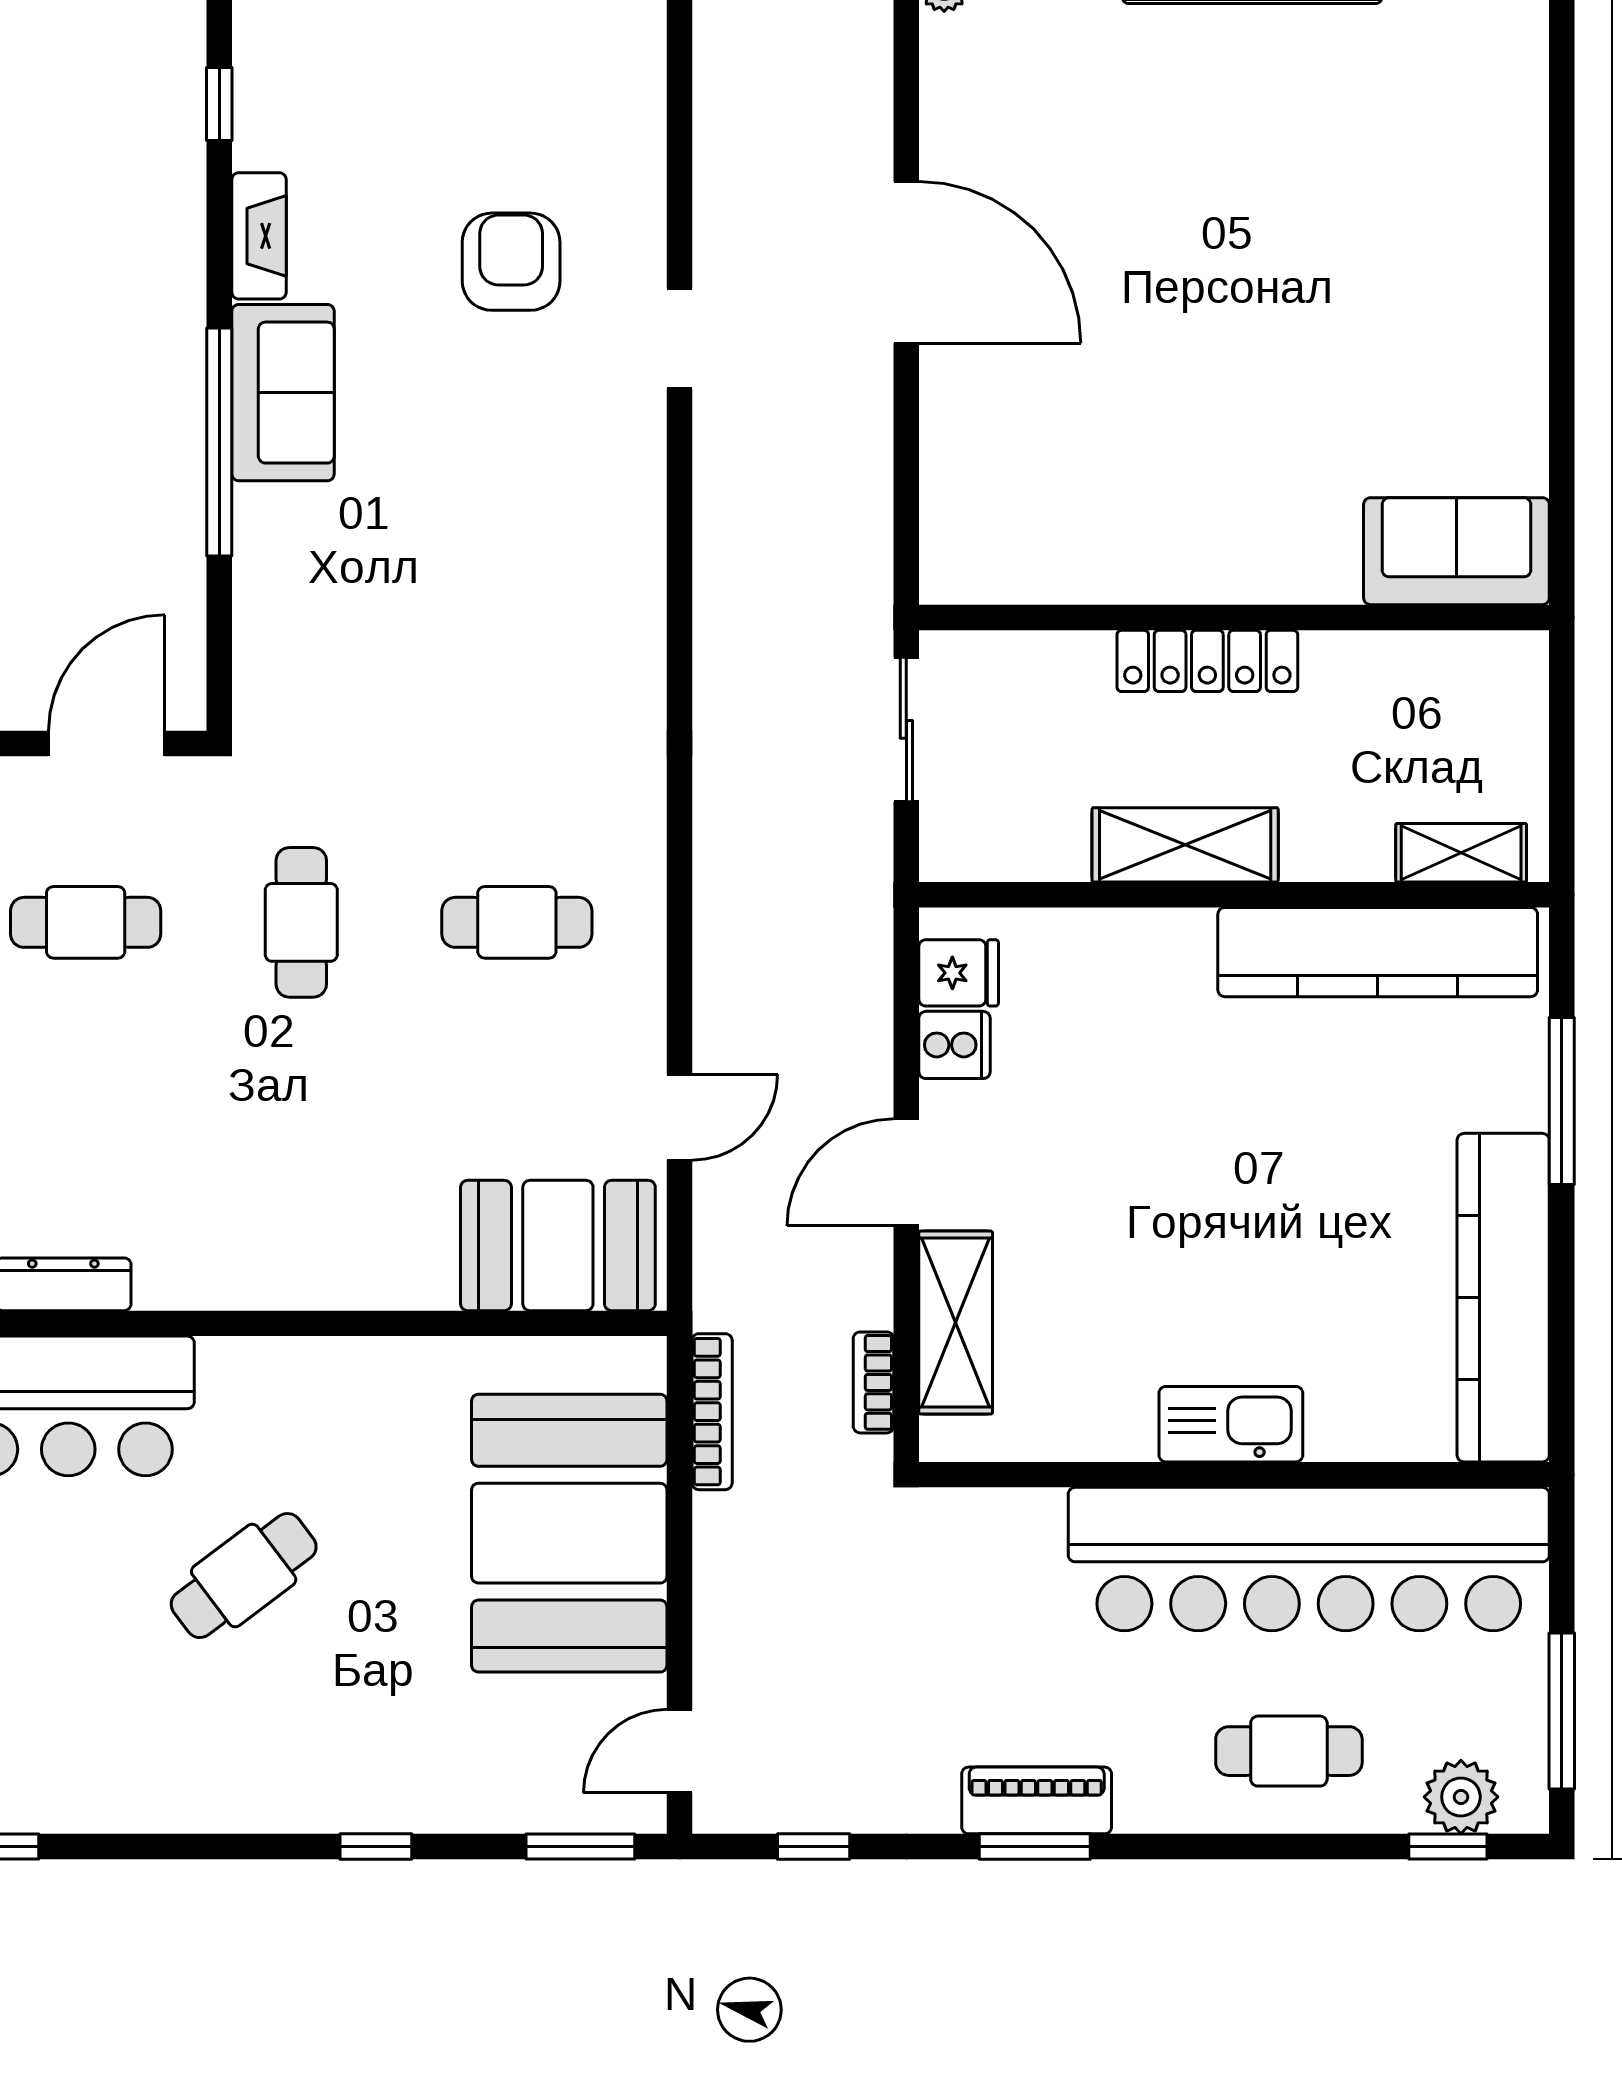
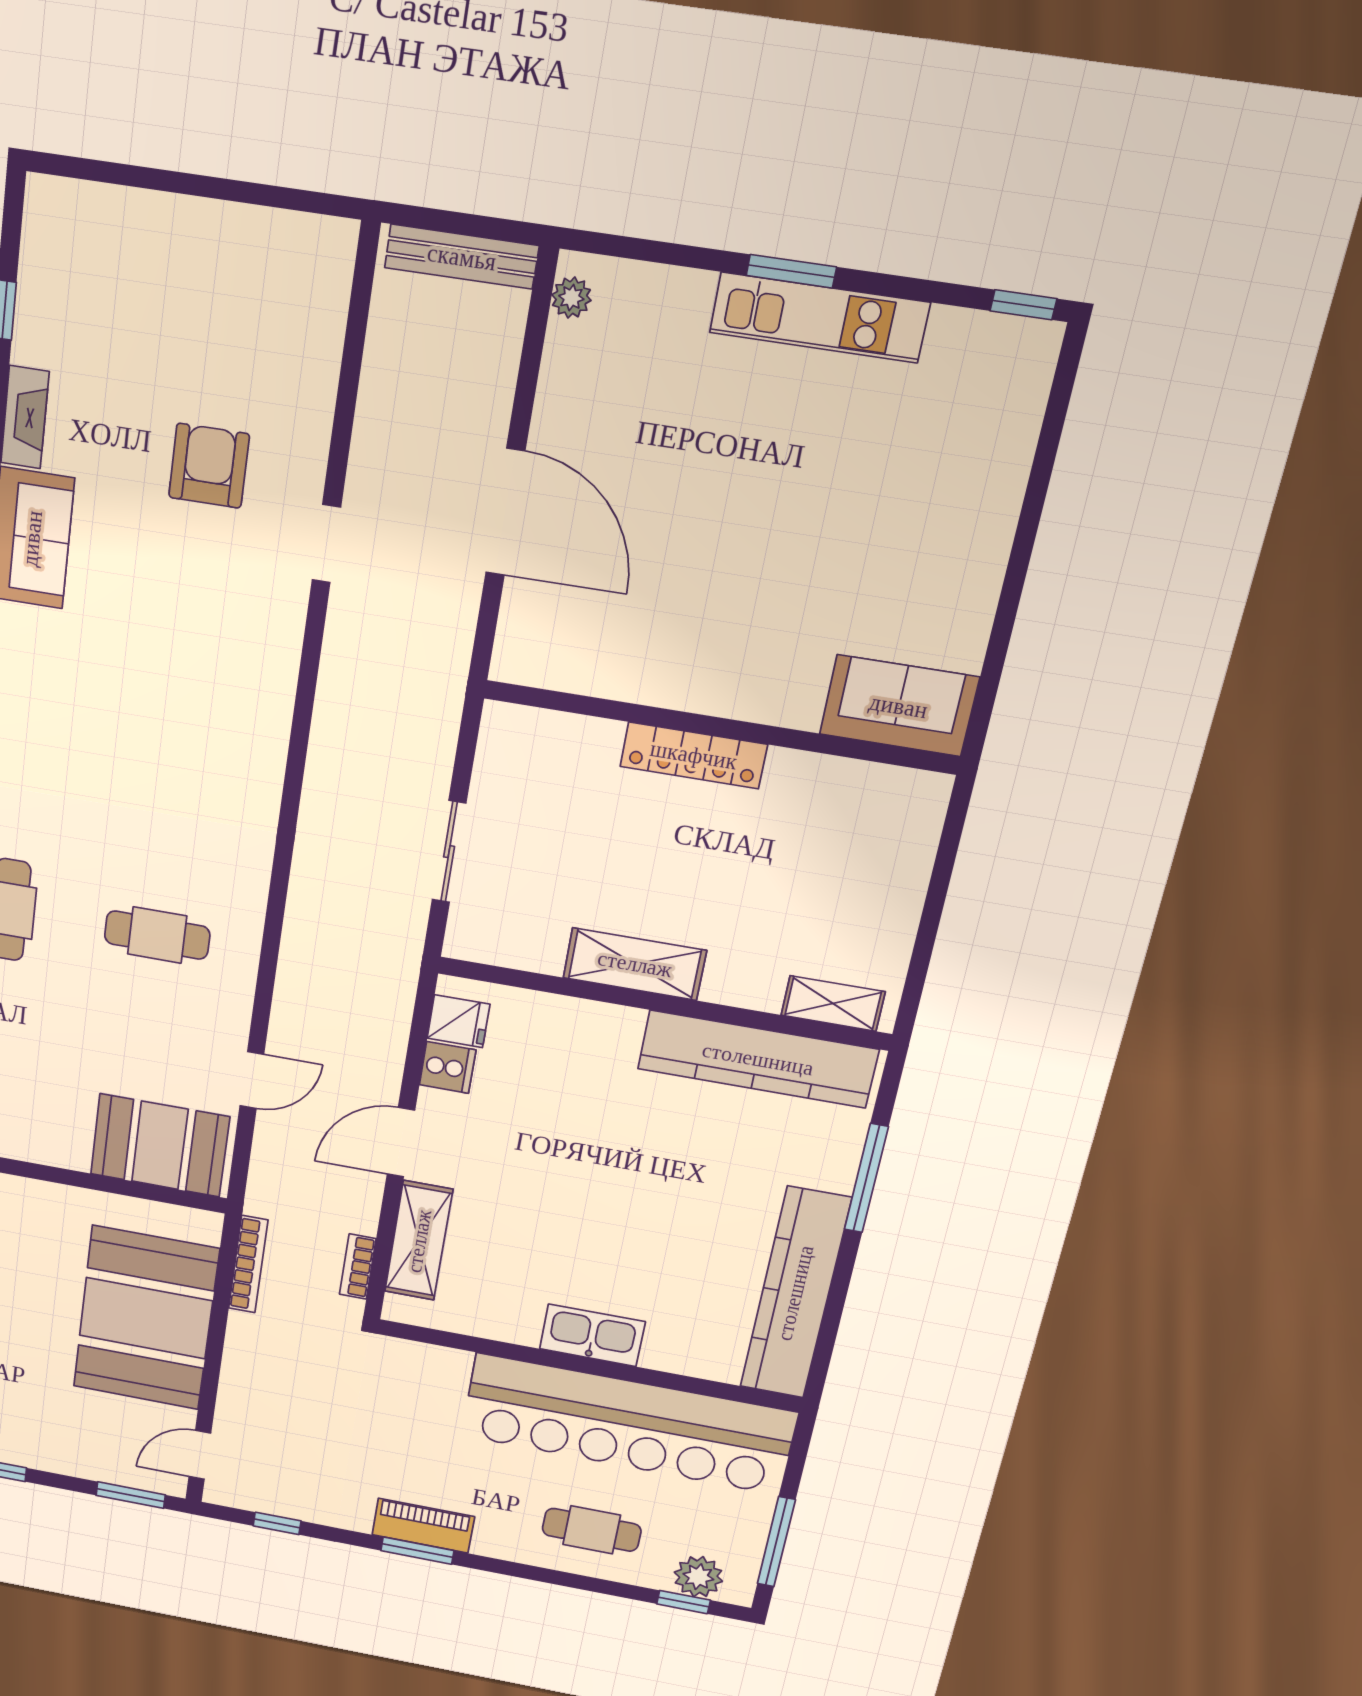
sofa: (1456, 551) -> (899, 706), moved
wall: (1234, 617) -> (720, 727), moved
locker: (1207, 661) -> (694, 755), moved

